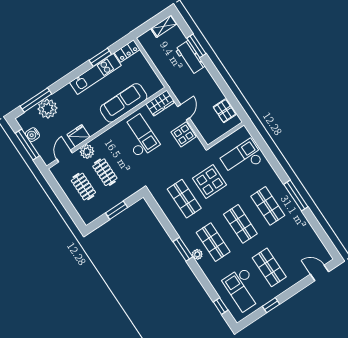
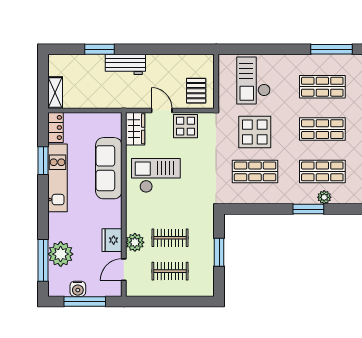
shelving: (164, 26) -> (55, 93), moved
workbench: (190, 58) -> (125, 64), moved
pallet: (225, 111) -> (196, 91), moved, turned 90
door: (65, 156) -> (124, 270), hinge flipped

